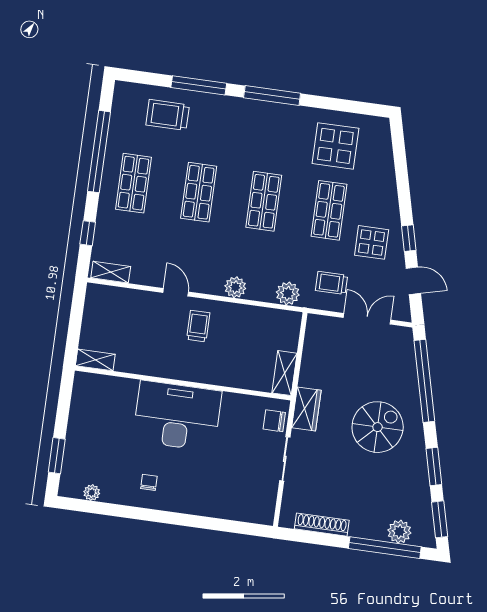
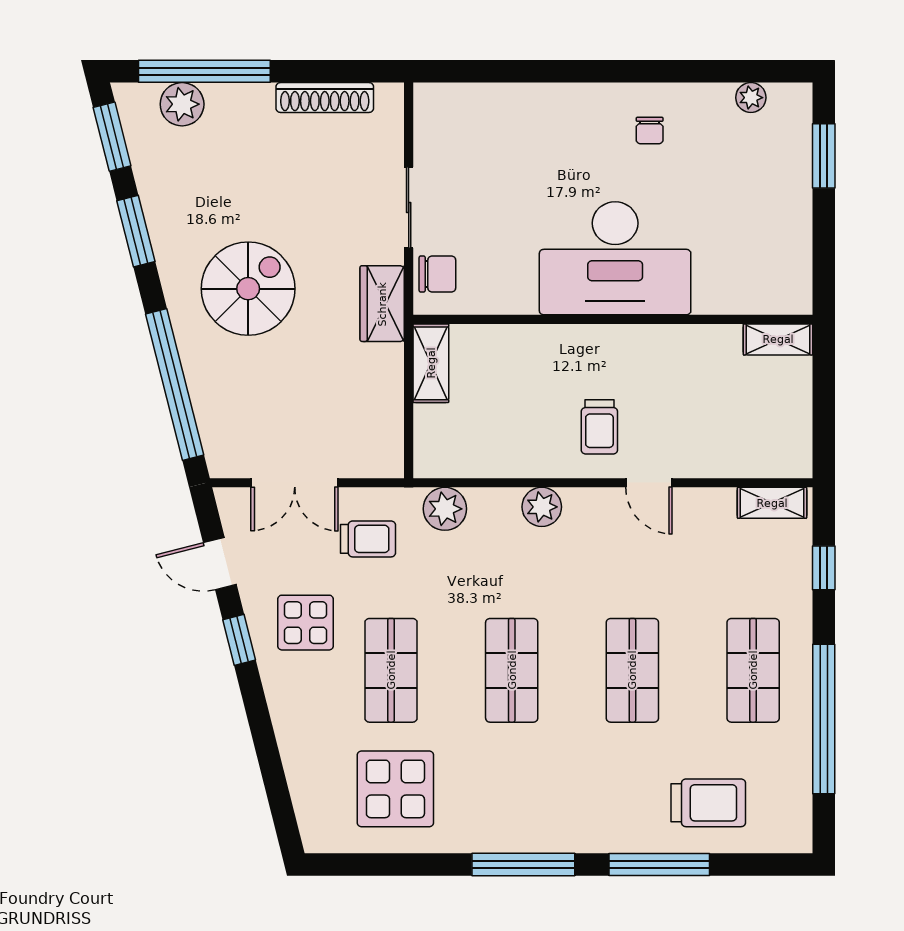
spiral stairs: (378, 427) -> (248, 289), turned 180

